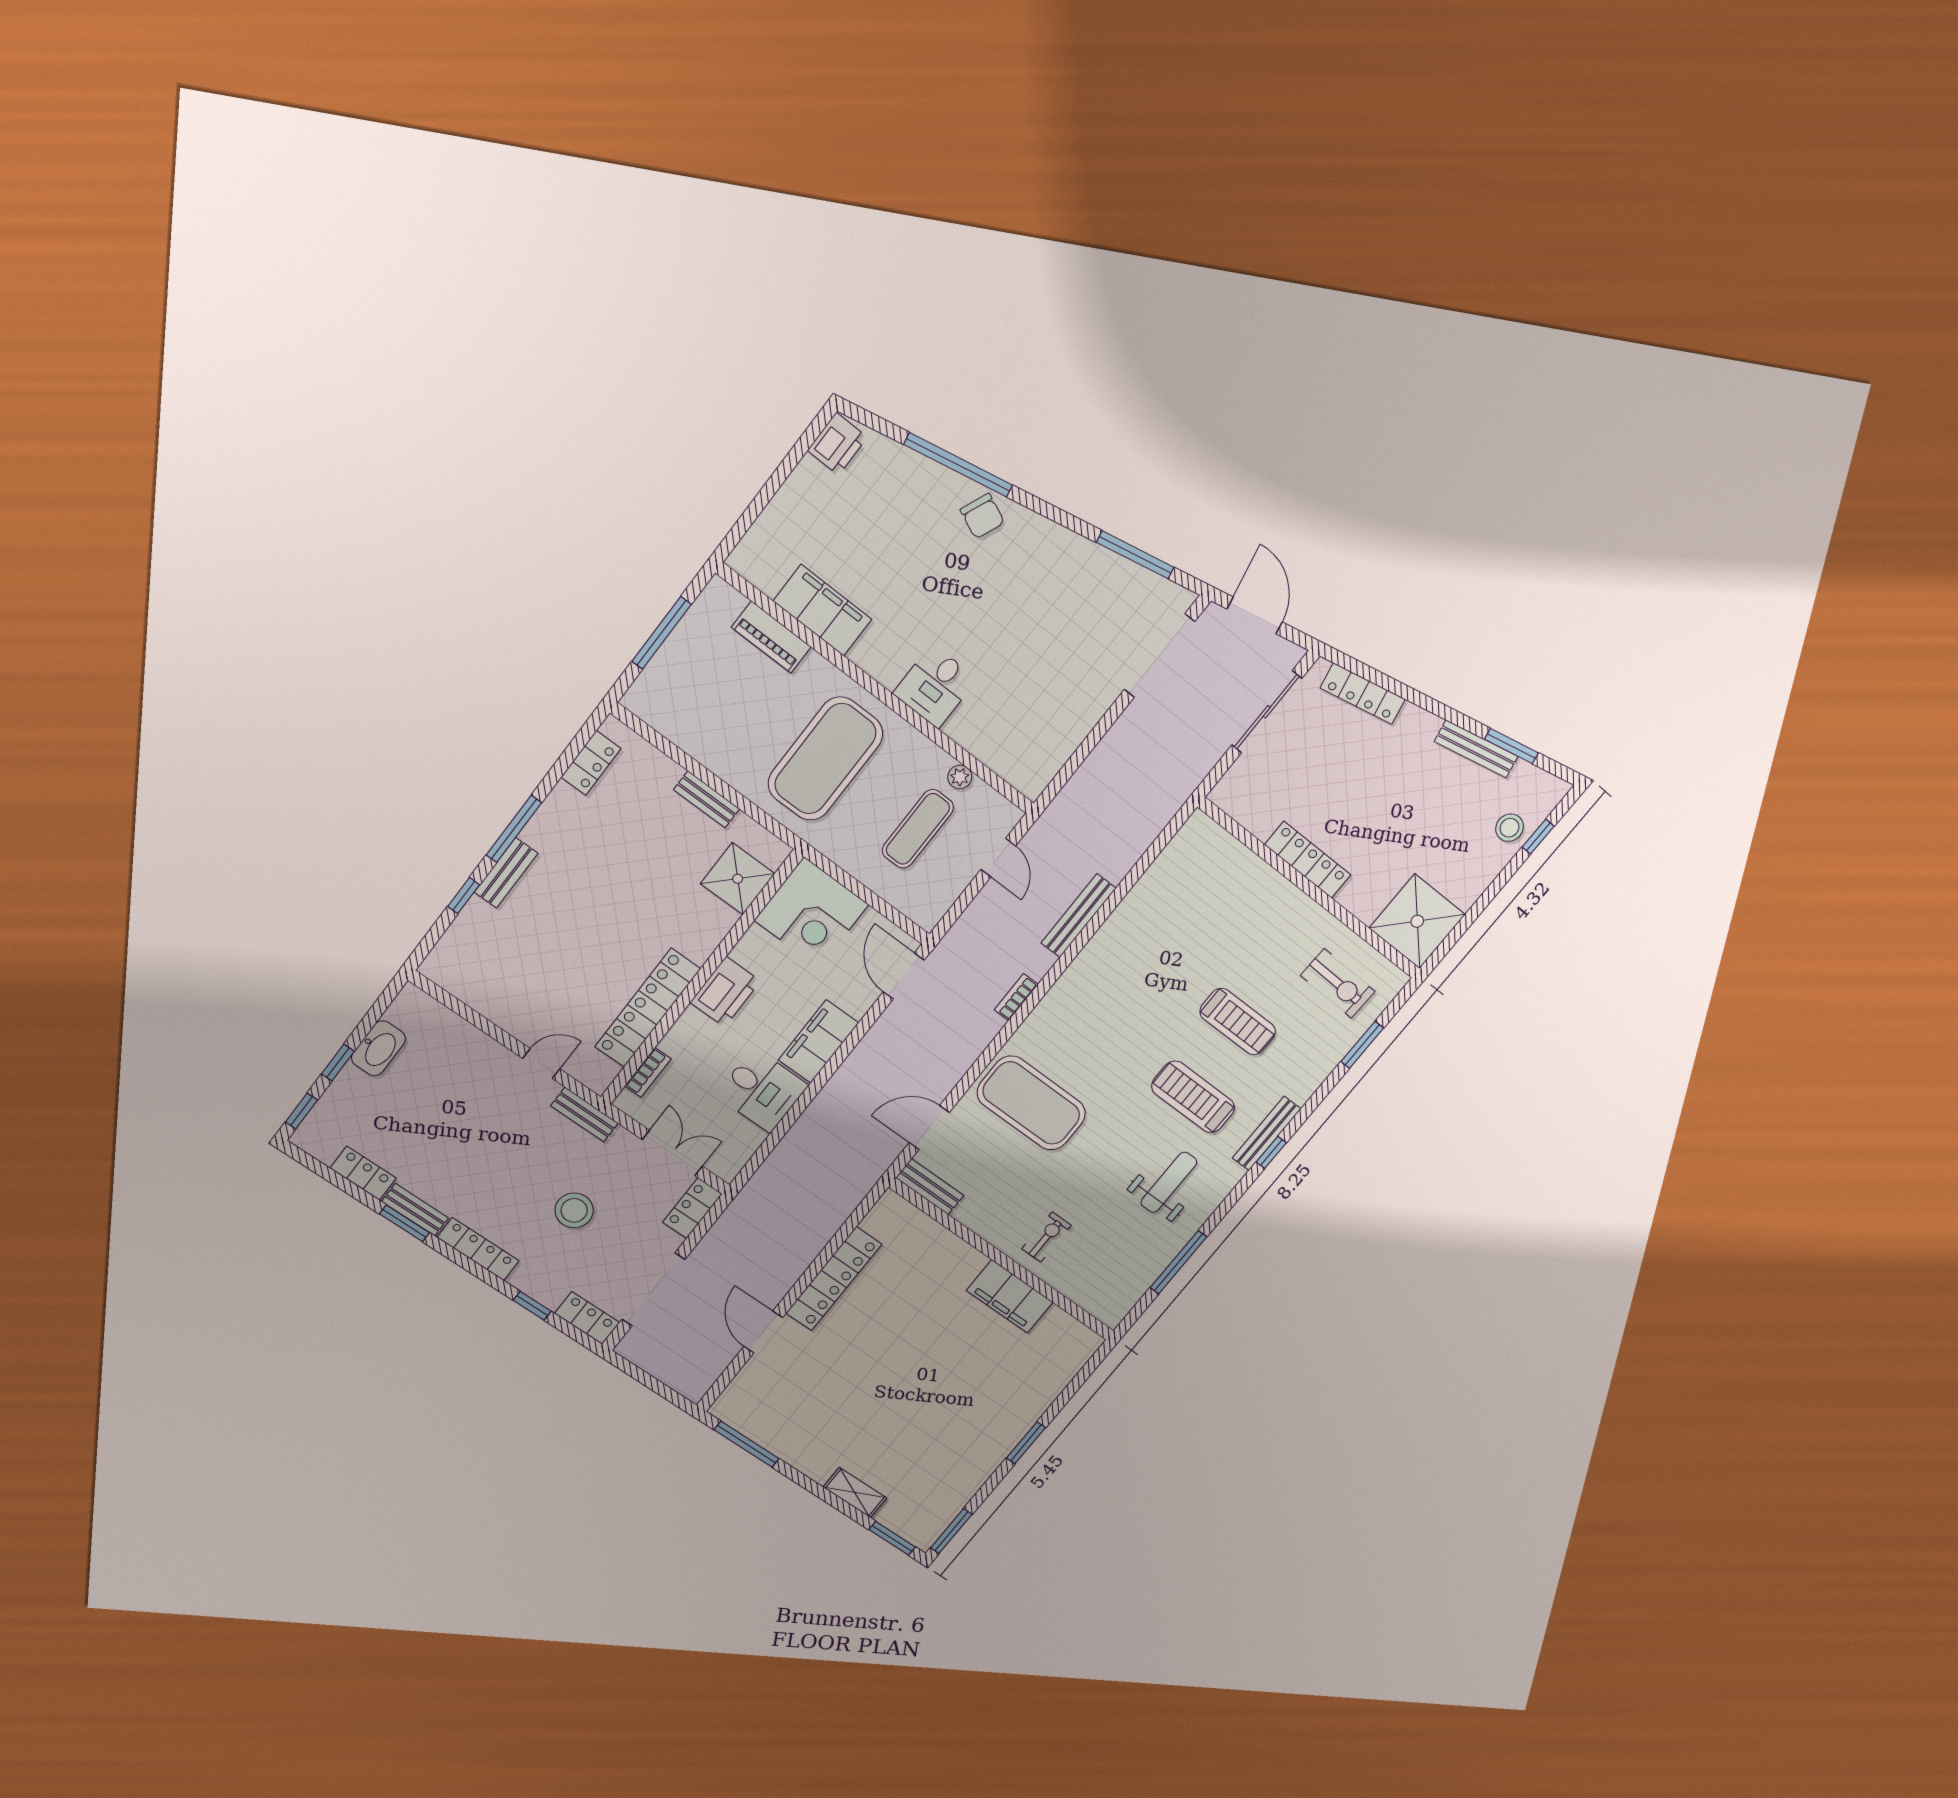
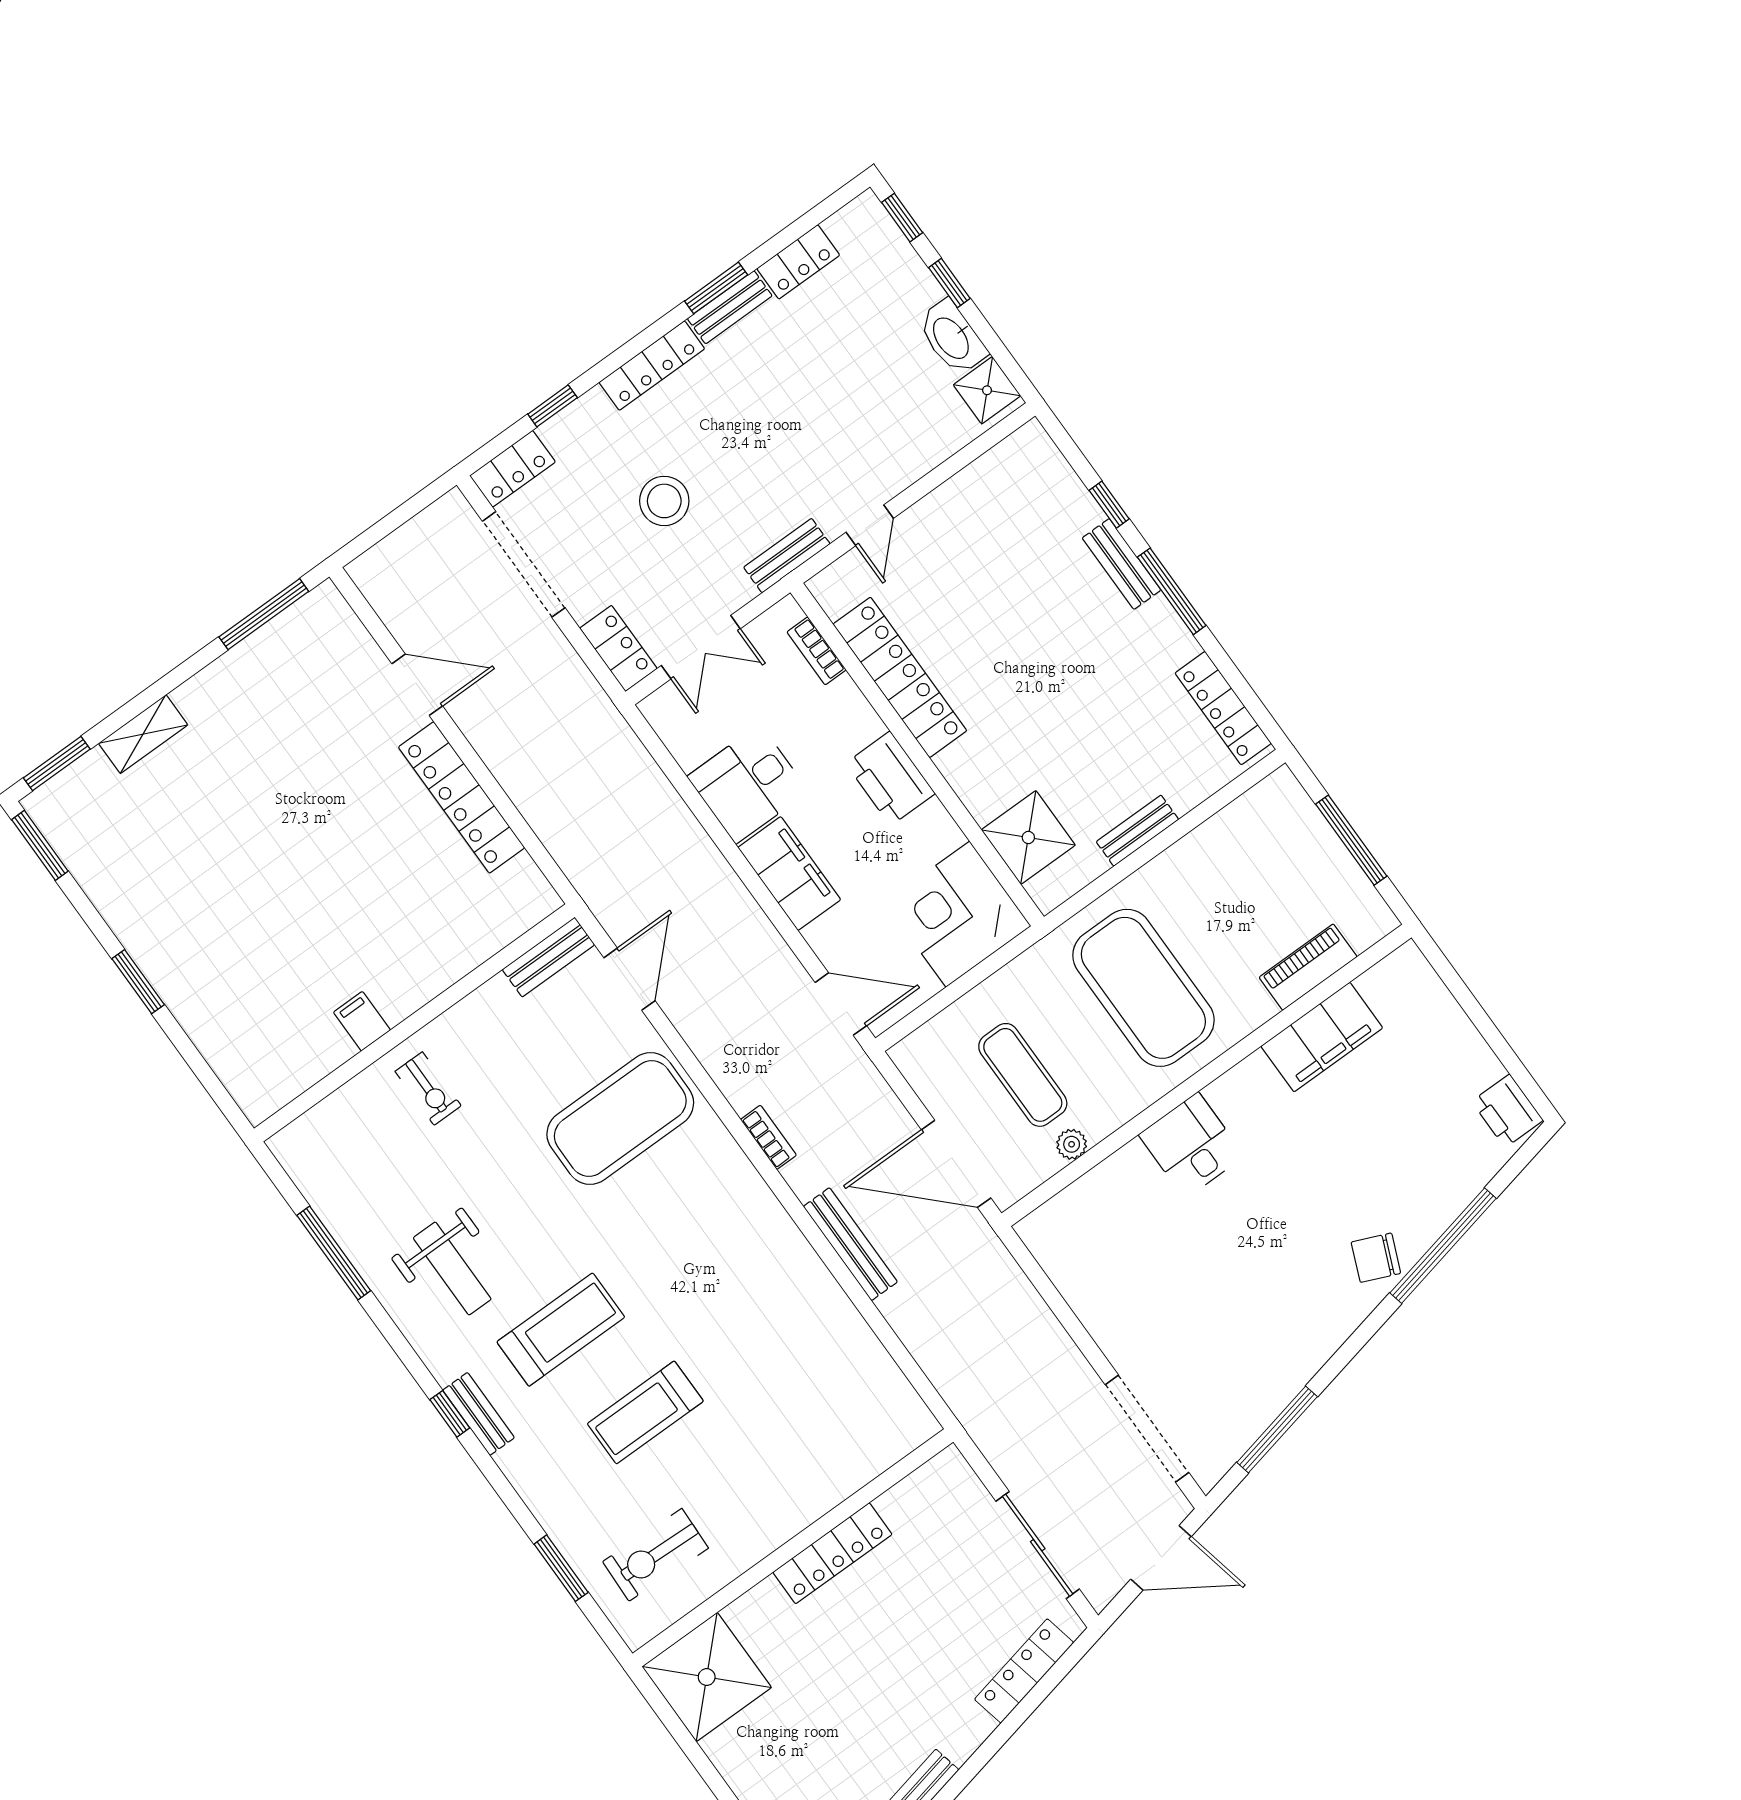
locker: (591, 763) -> (1223, 708), width x1.53
door: (998, 858) -> (956, 1164), width x1.87
shower: (409, 1011) -> (987, 390), added
bench: (1267, 1133) -> (479, 1414), width x0.73
filing cabinet: (1010, 1296) -> (362, 1021), width x0.33, depth x0.86

